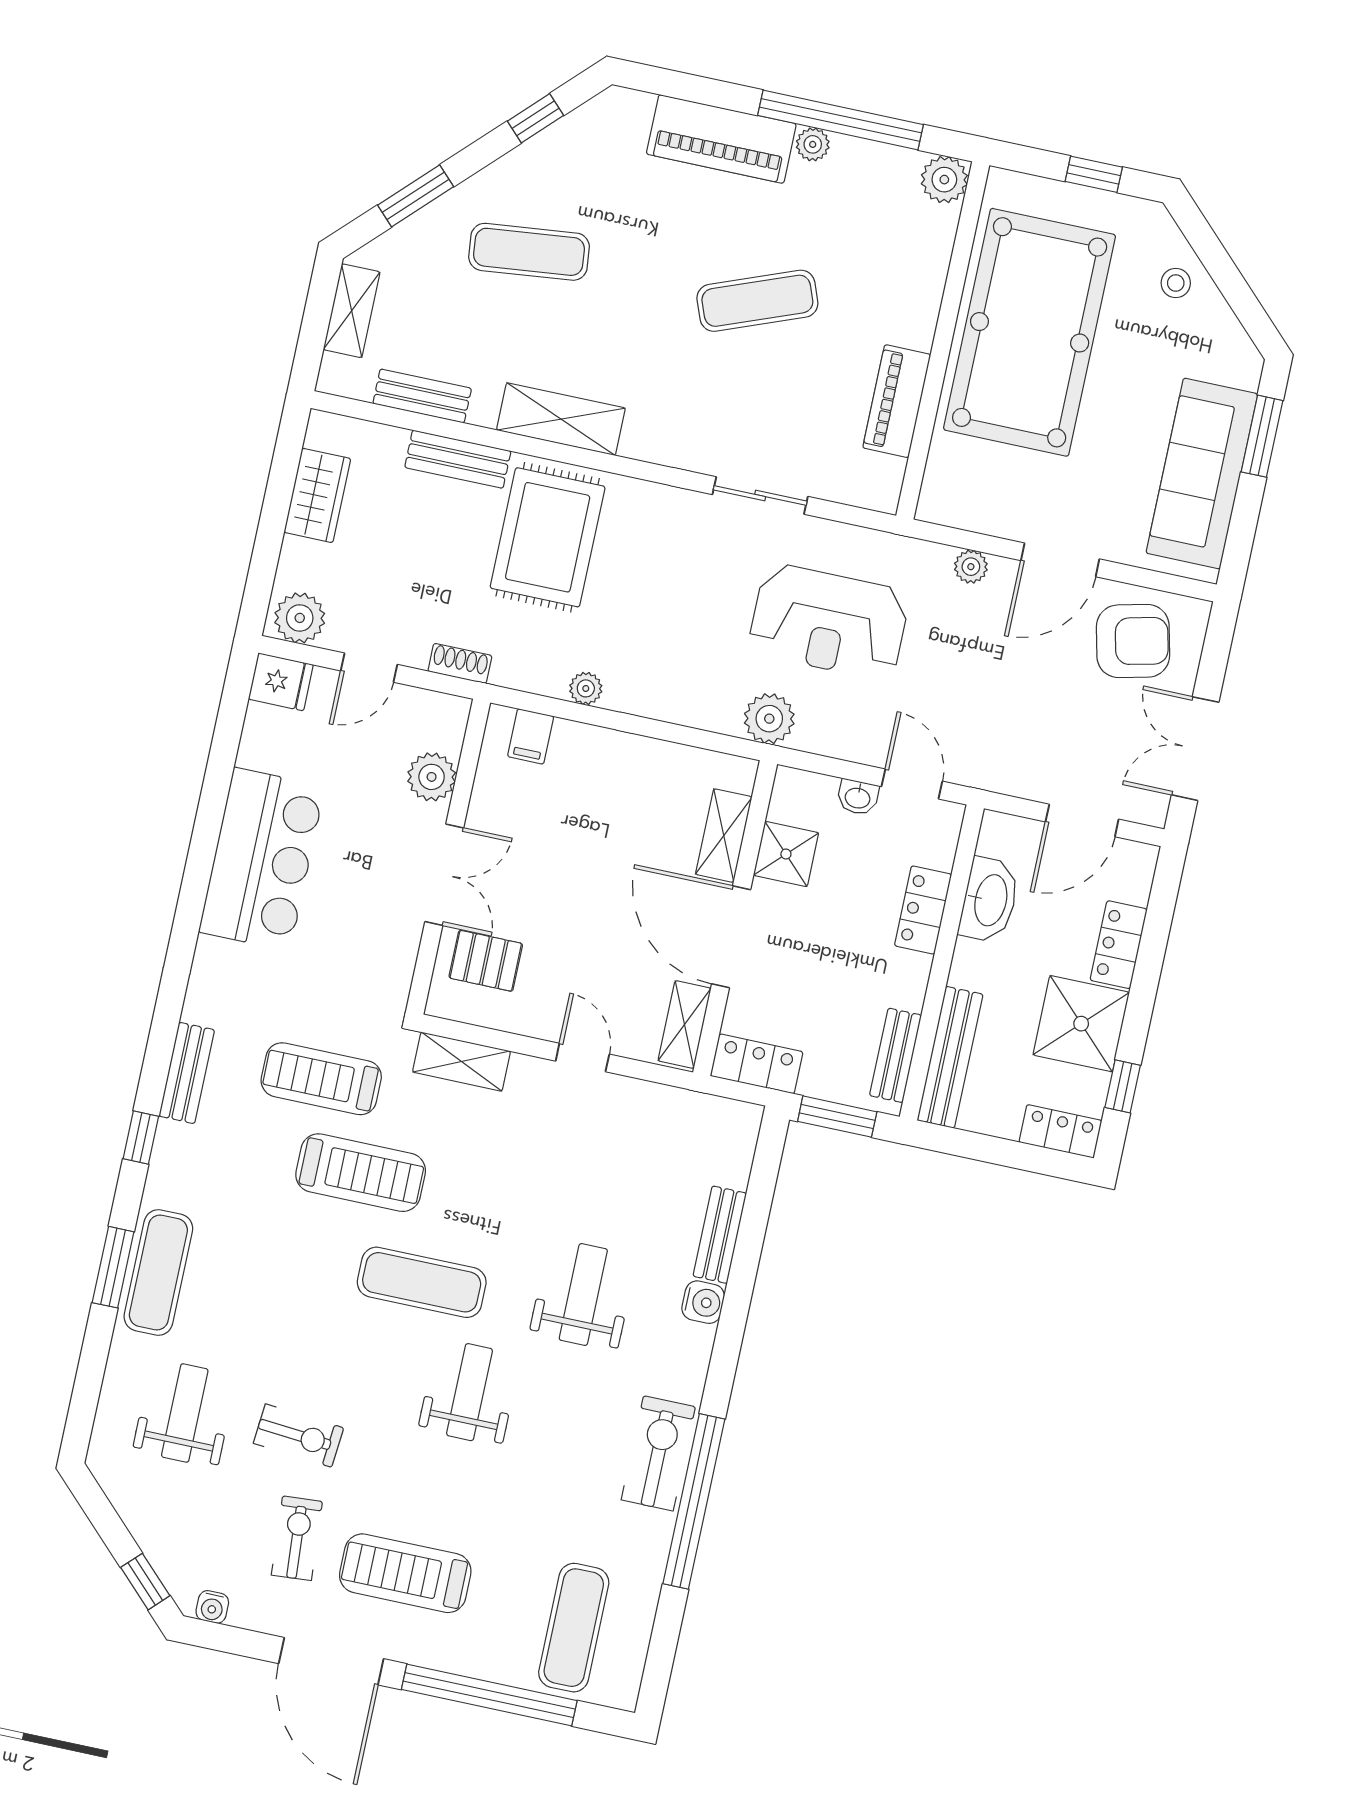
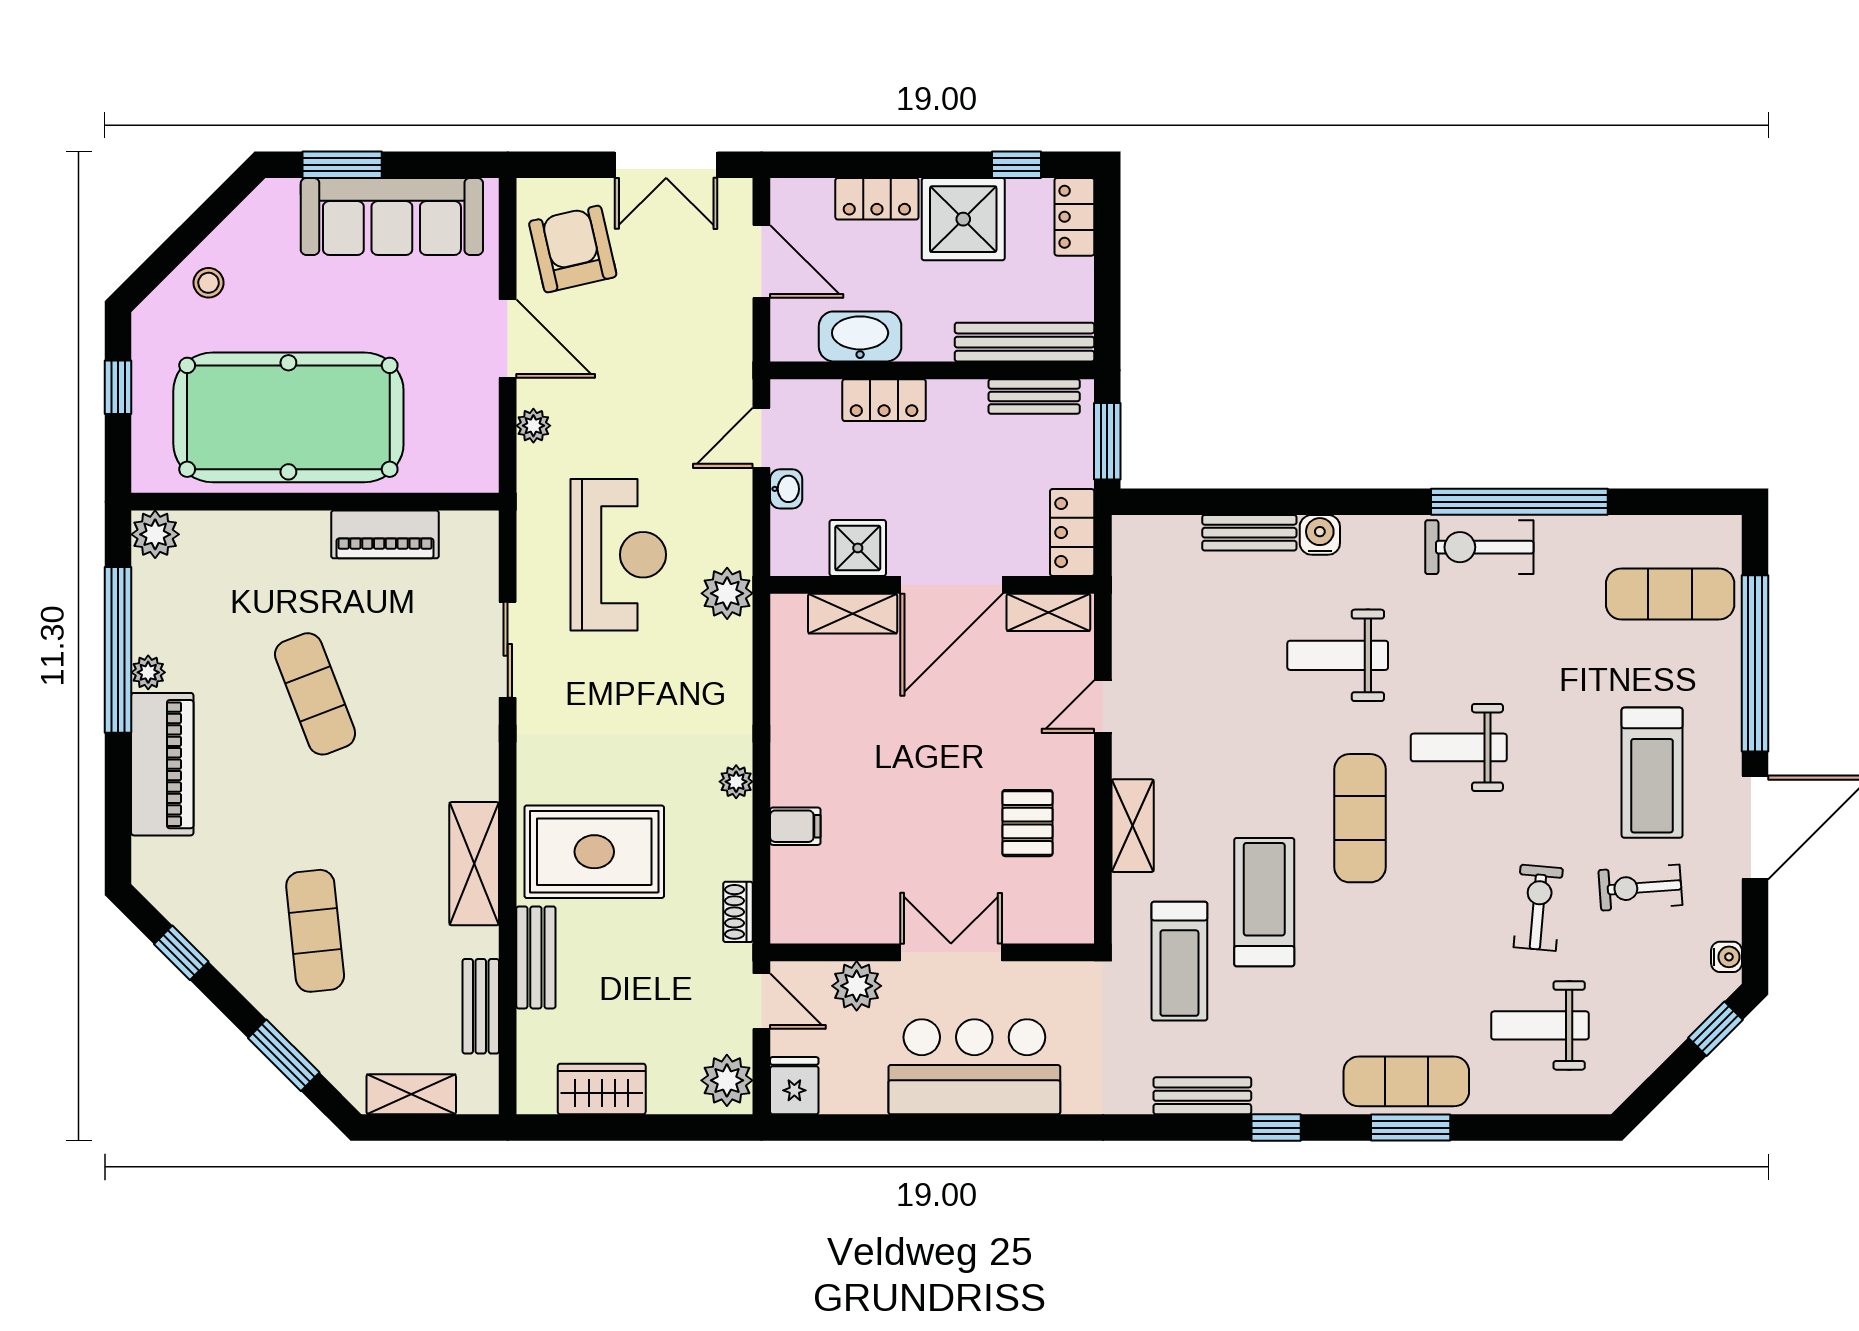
plant: (432, 777) -> (857, 986), moved
wall: (448, 857) -> (932, 952), moved
double door: (444, 875) -> (951, 952), moved

